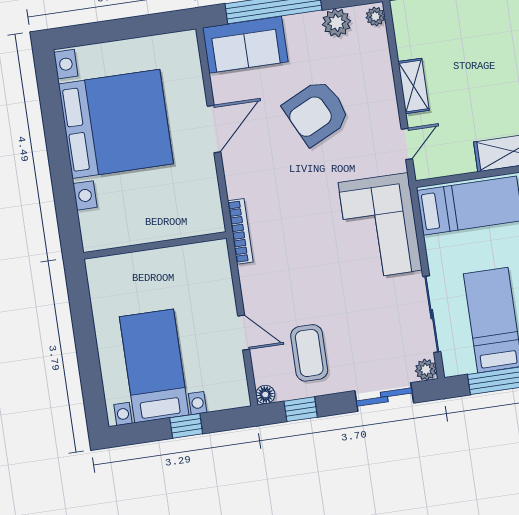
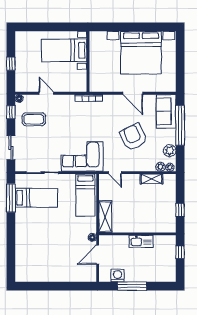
shelving: (414, 86) -> (151, 179), moved
door: (244, 333) -> (46, 93), swing flipped
bed with nightstands: (154, 366) -> (64, 50), moved, turned 180
plant: (426, 370) -> (160, 167), moved

